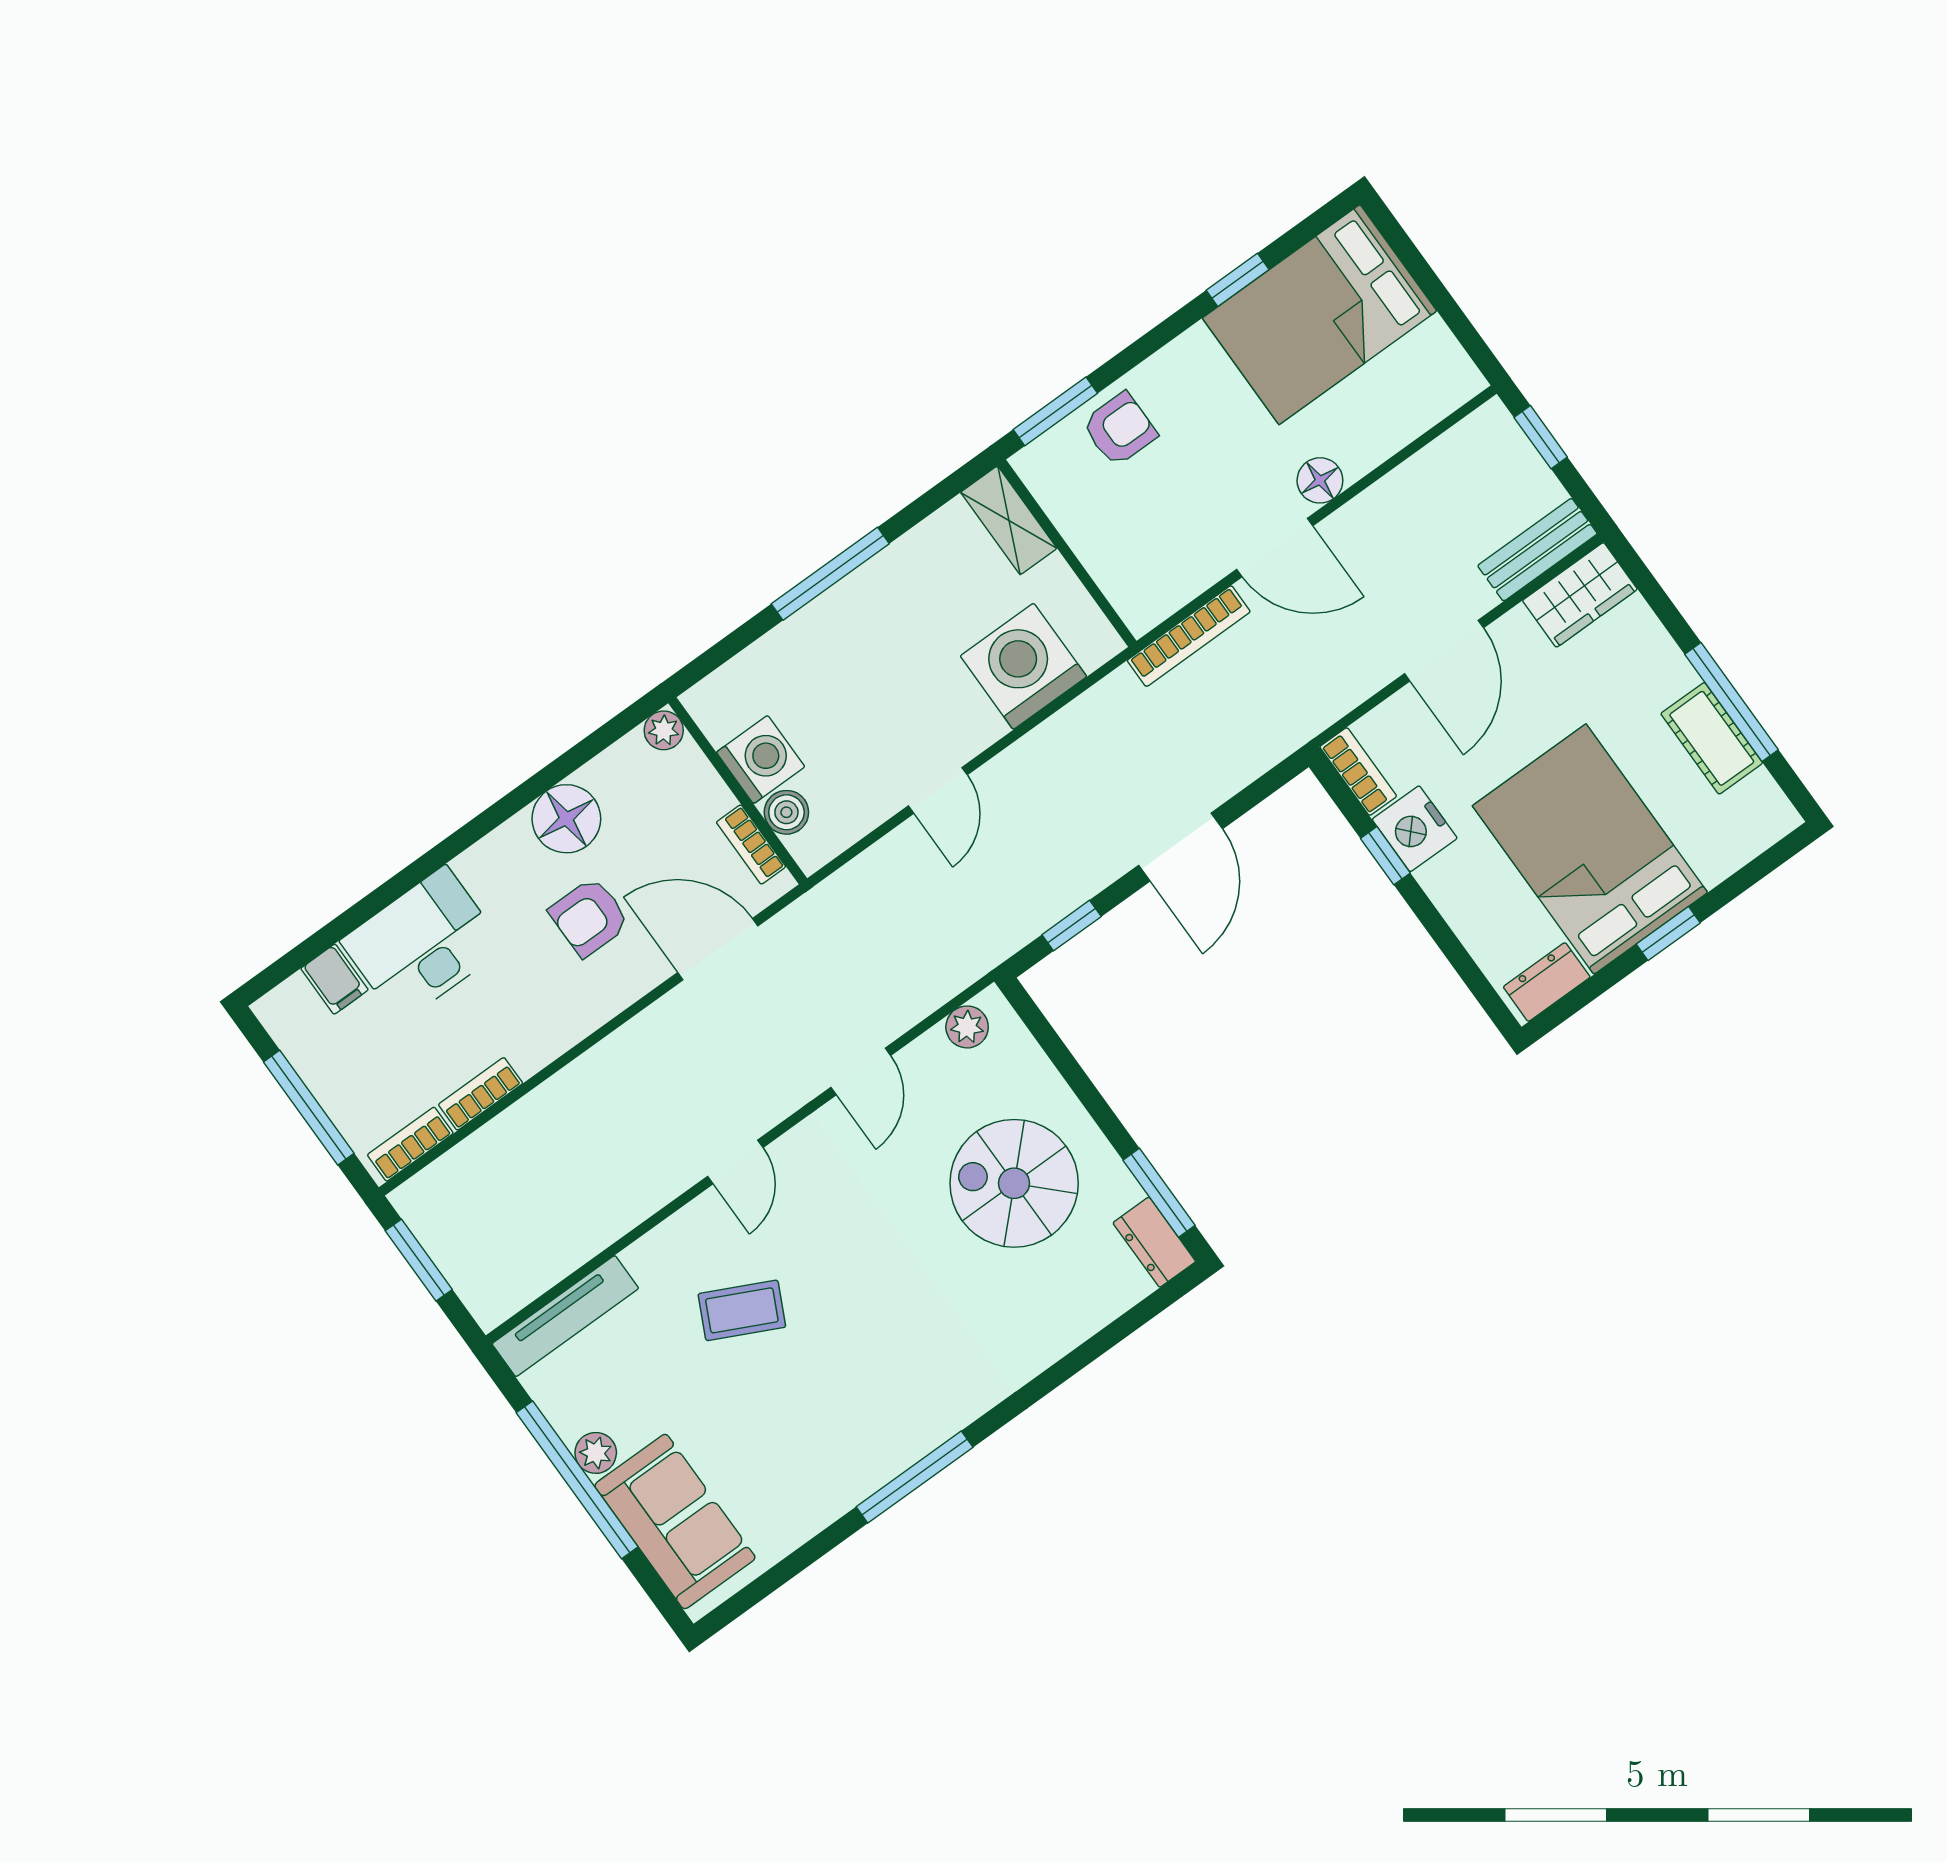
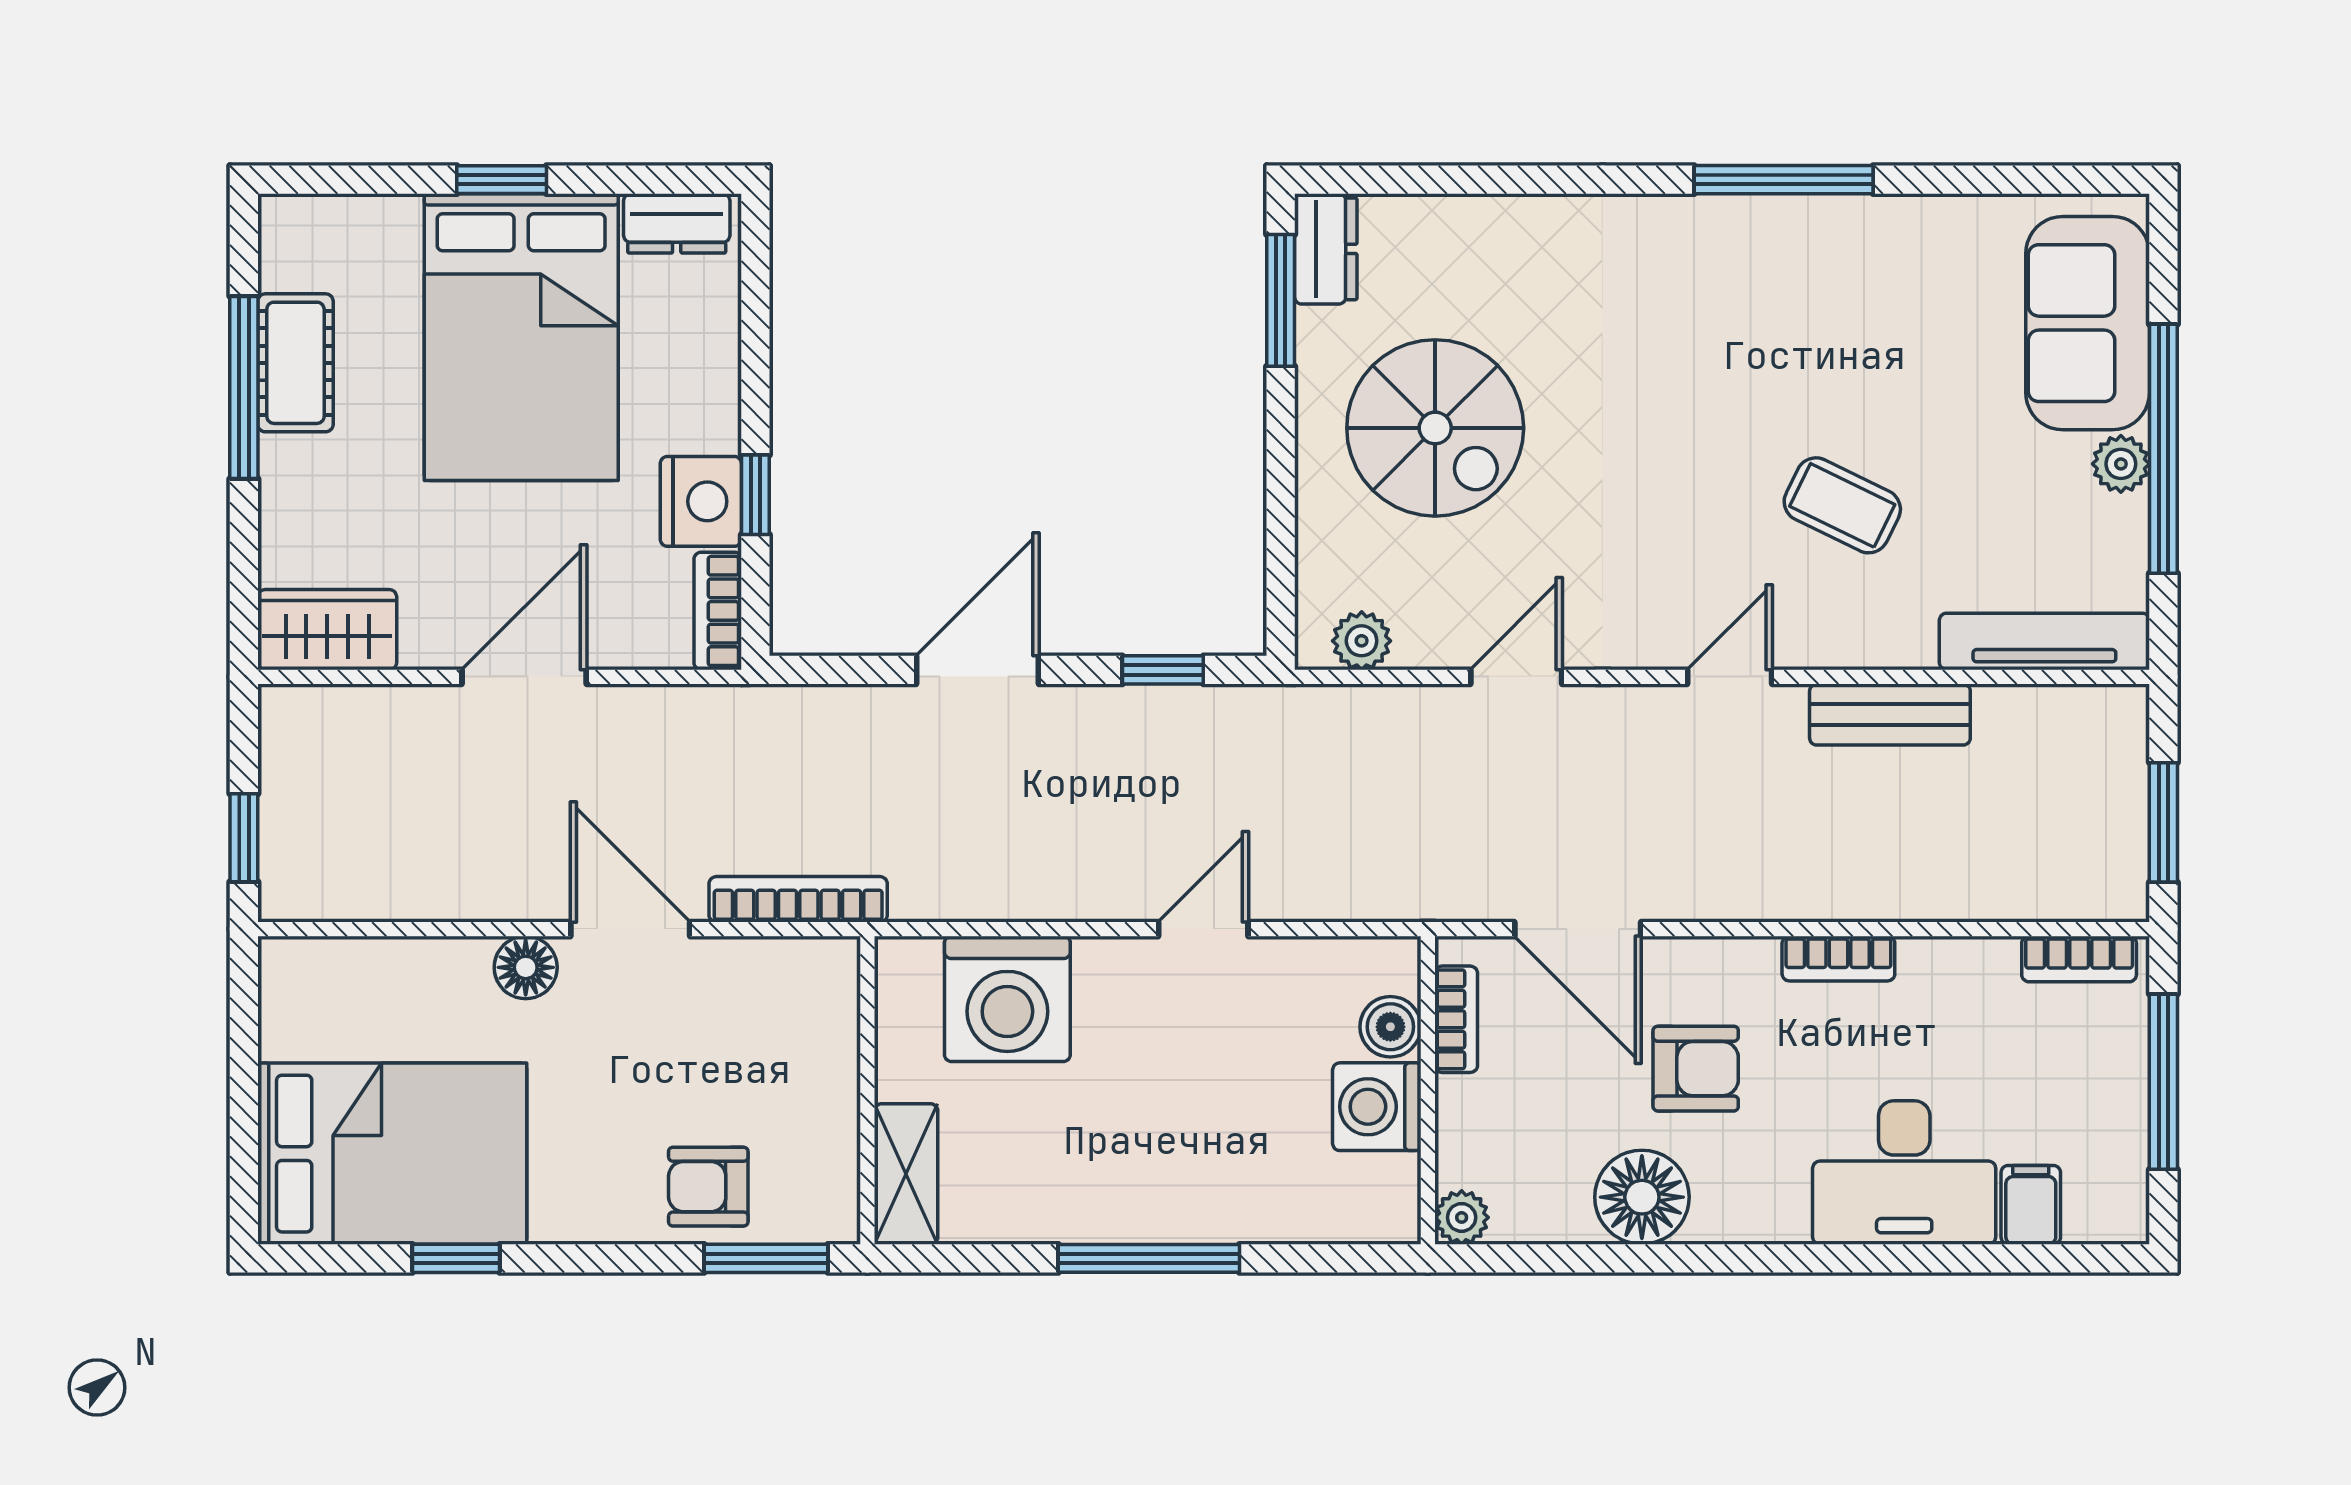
bench: (1537, 550) -> (1890, 715), moved
bookcase: (481, 1094) -> (1838, 959), moved

